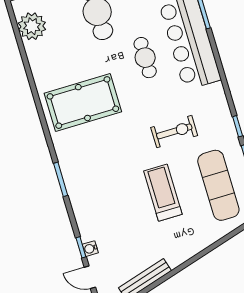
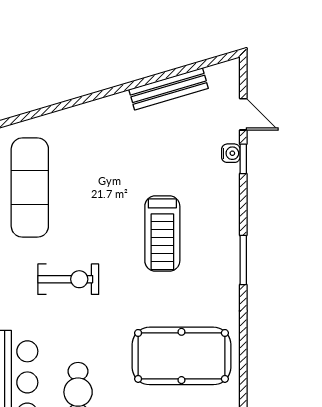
exercise bike: (174, 131) -> (68, 279), turned 180
treadmill: (163, 193) -> (162, 234), moved

